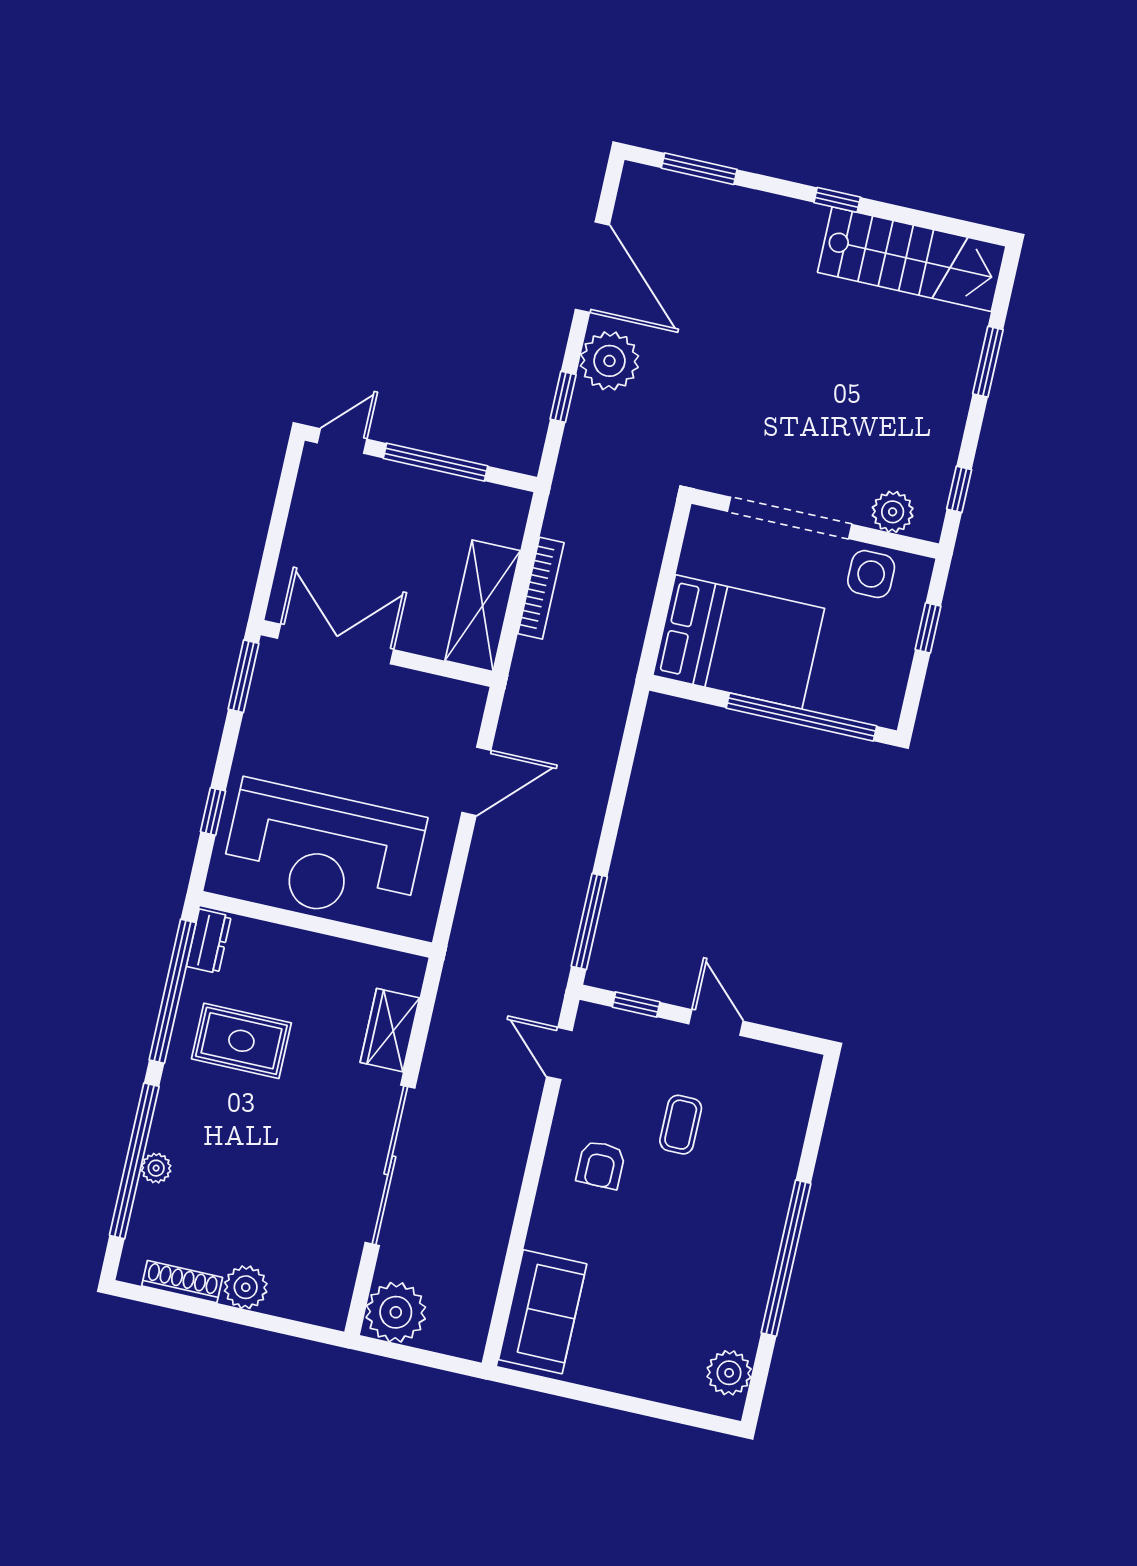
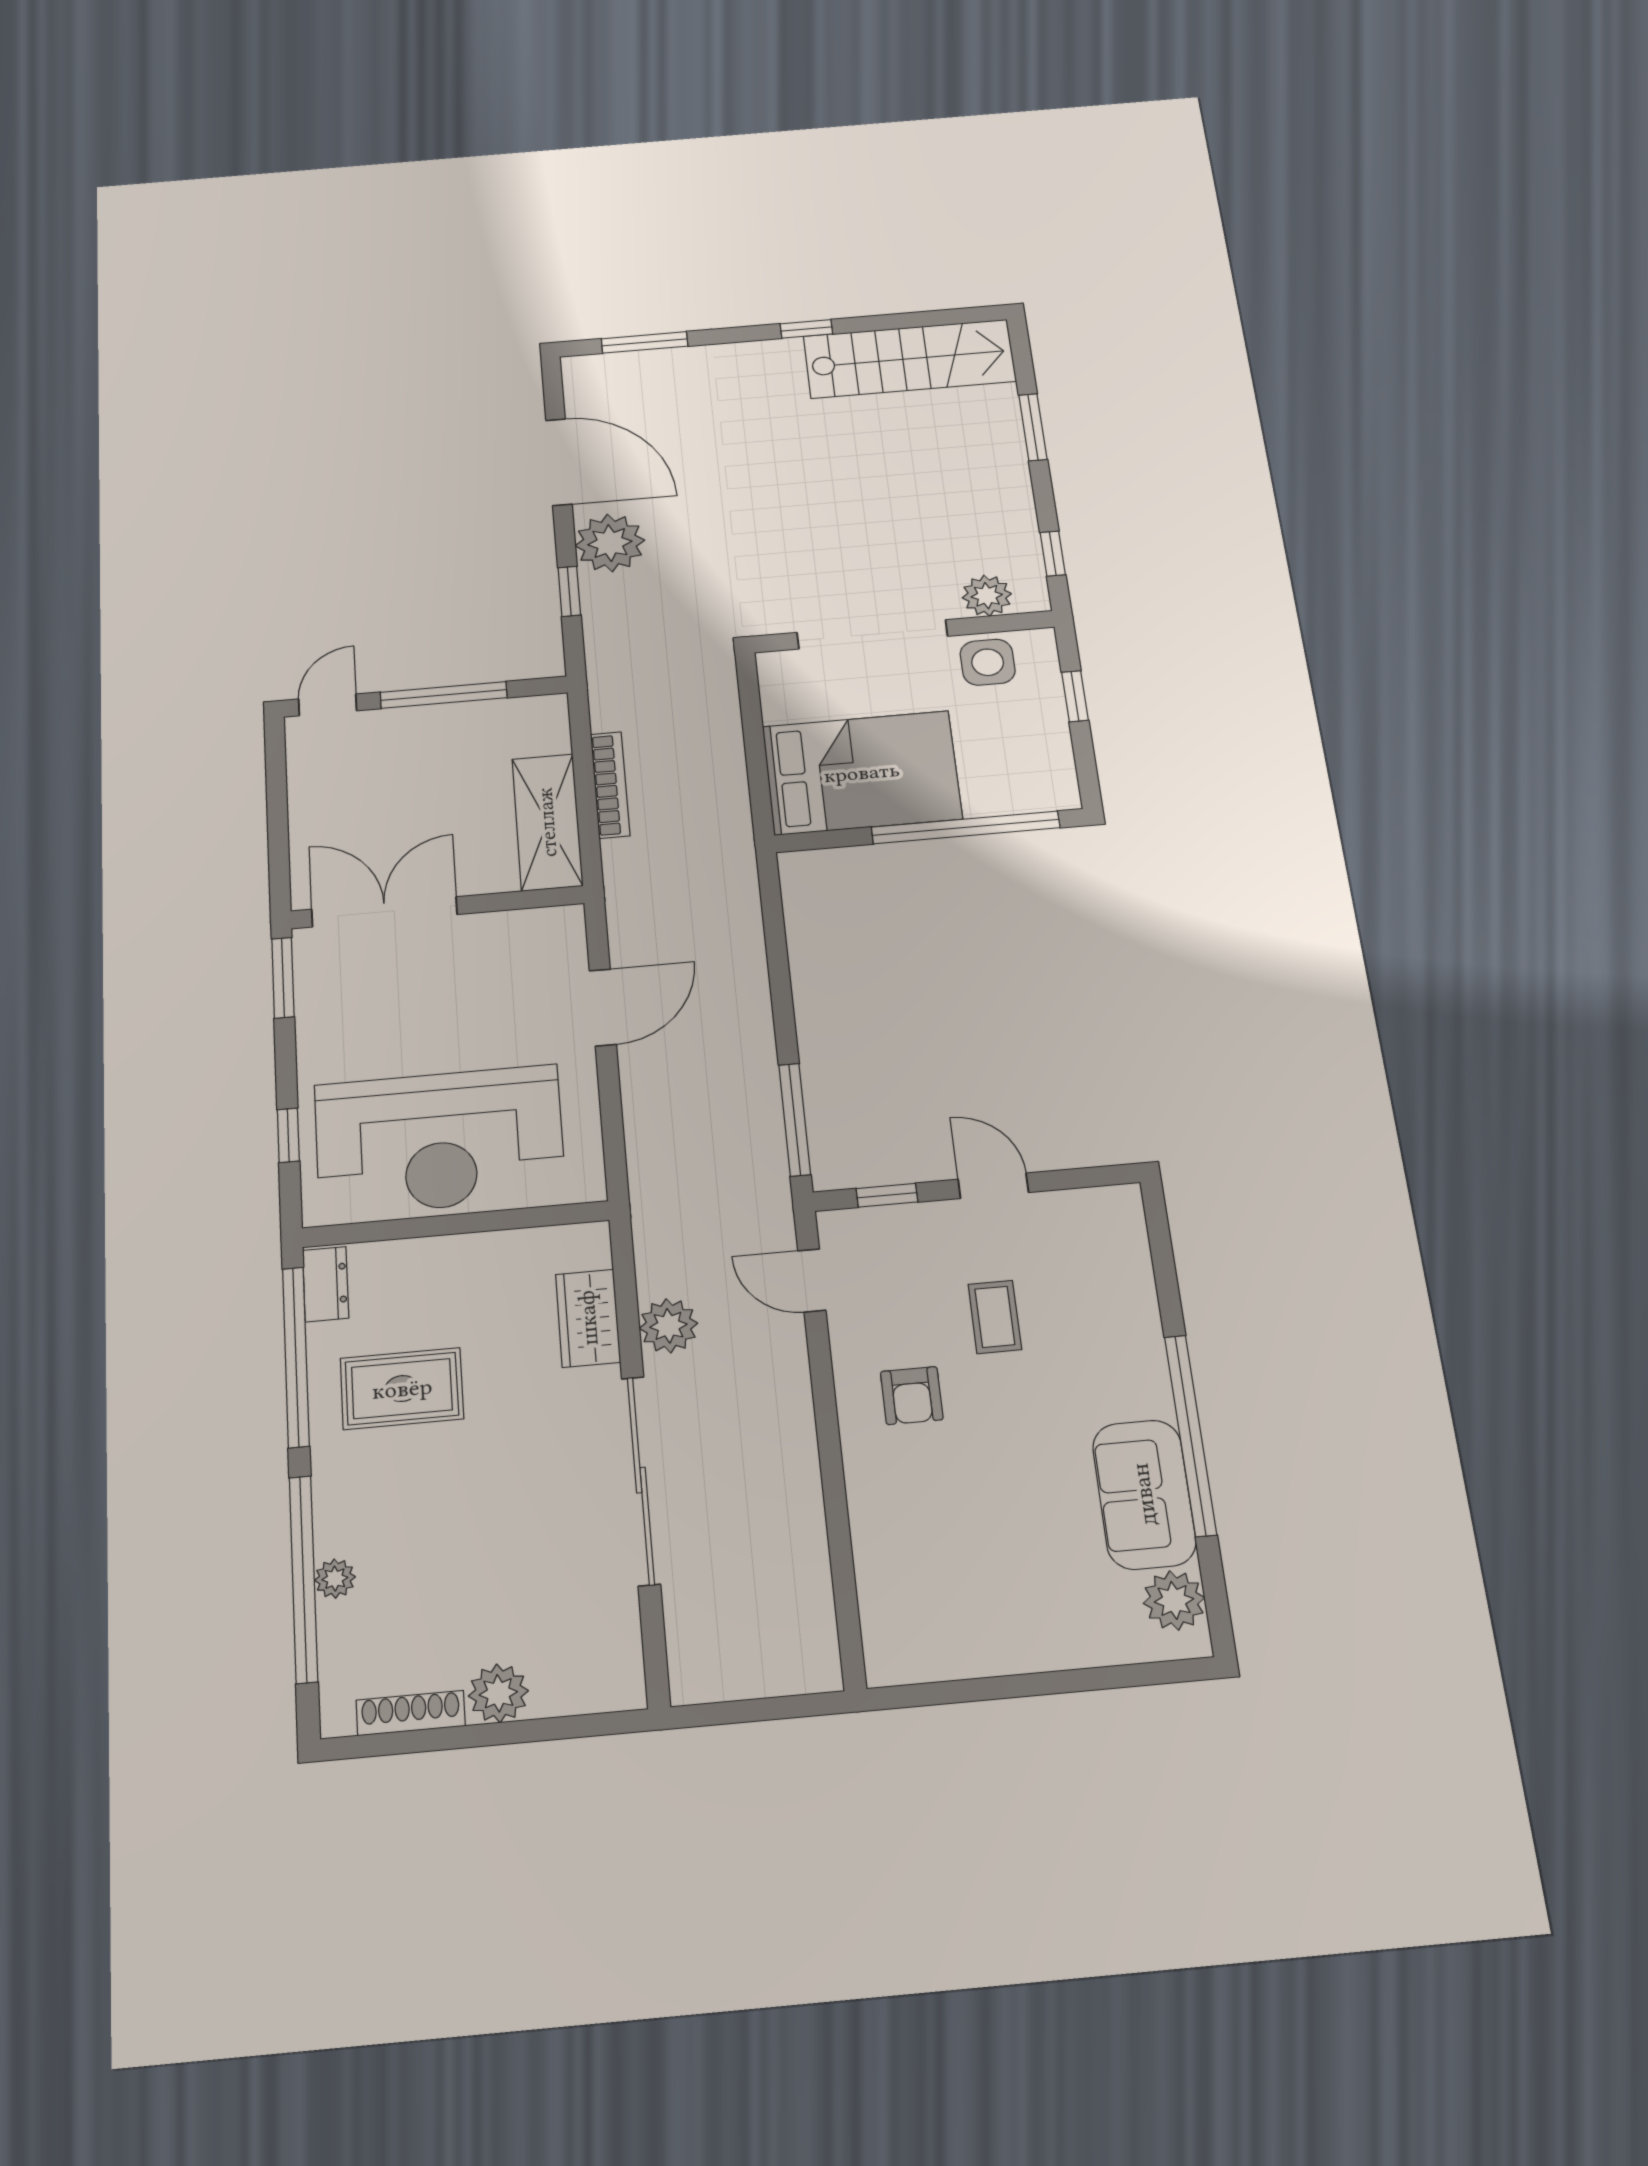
plant: (396, 1312) -> (668, 1326), moved, width x0.73, depth x0.73
sofa: (543, 1312) -> (1144, 1494), moved, turned 180

